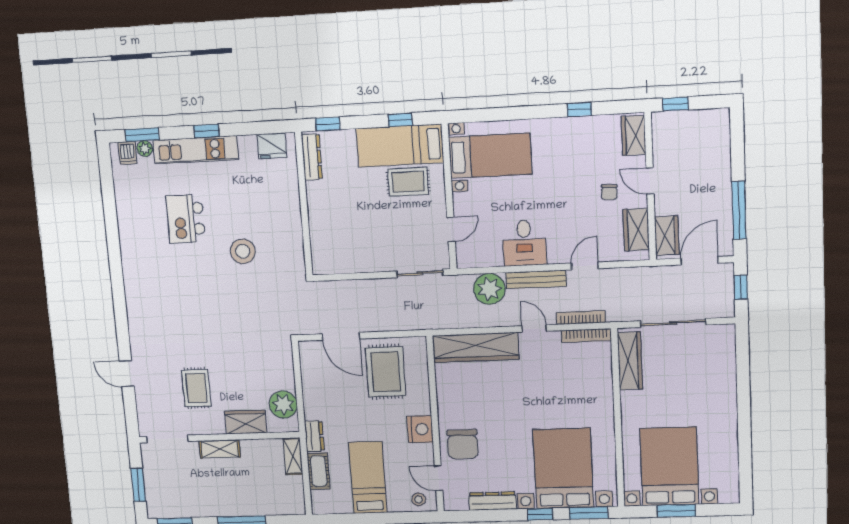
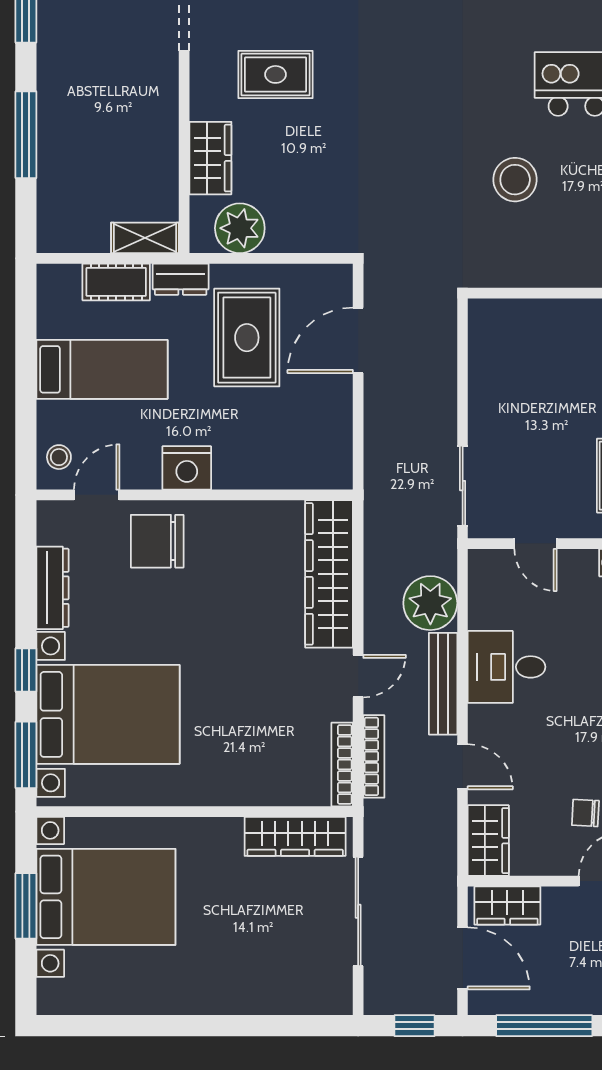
wardrobe: (636, 230) -> (488, 841), moved, turned 90
rug: (386, 372) -> (247, 338), moved, turned 90
shelving: (220, 449) -> (163, 106), removed

